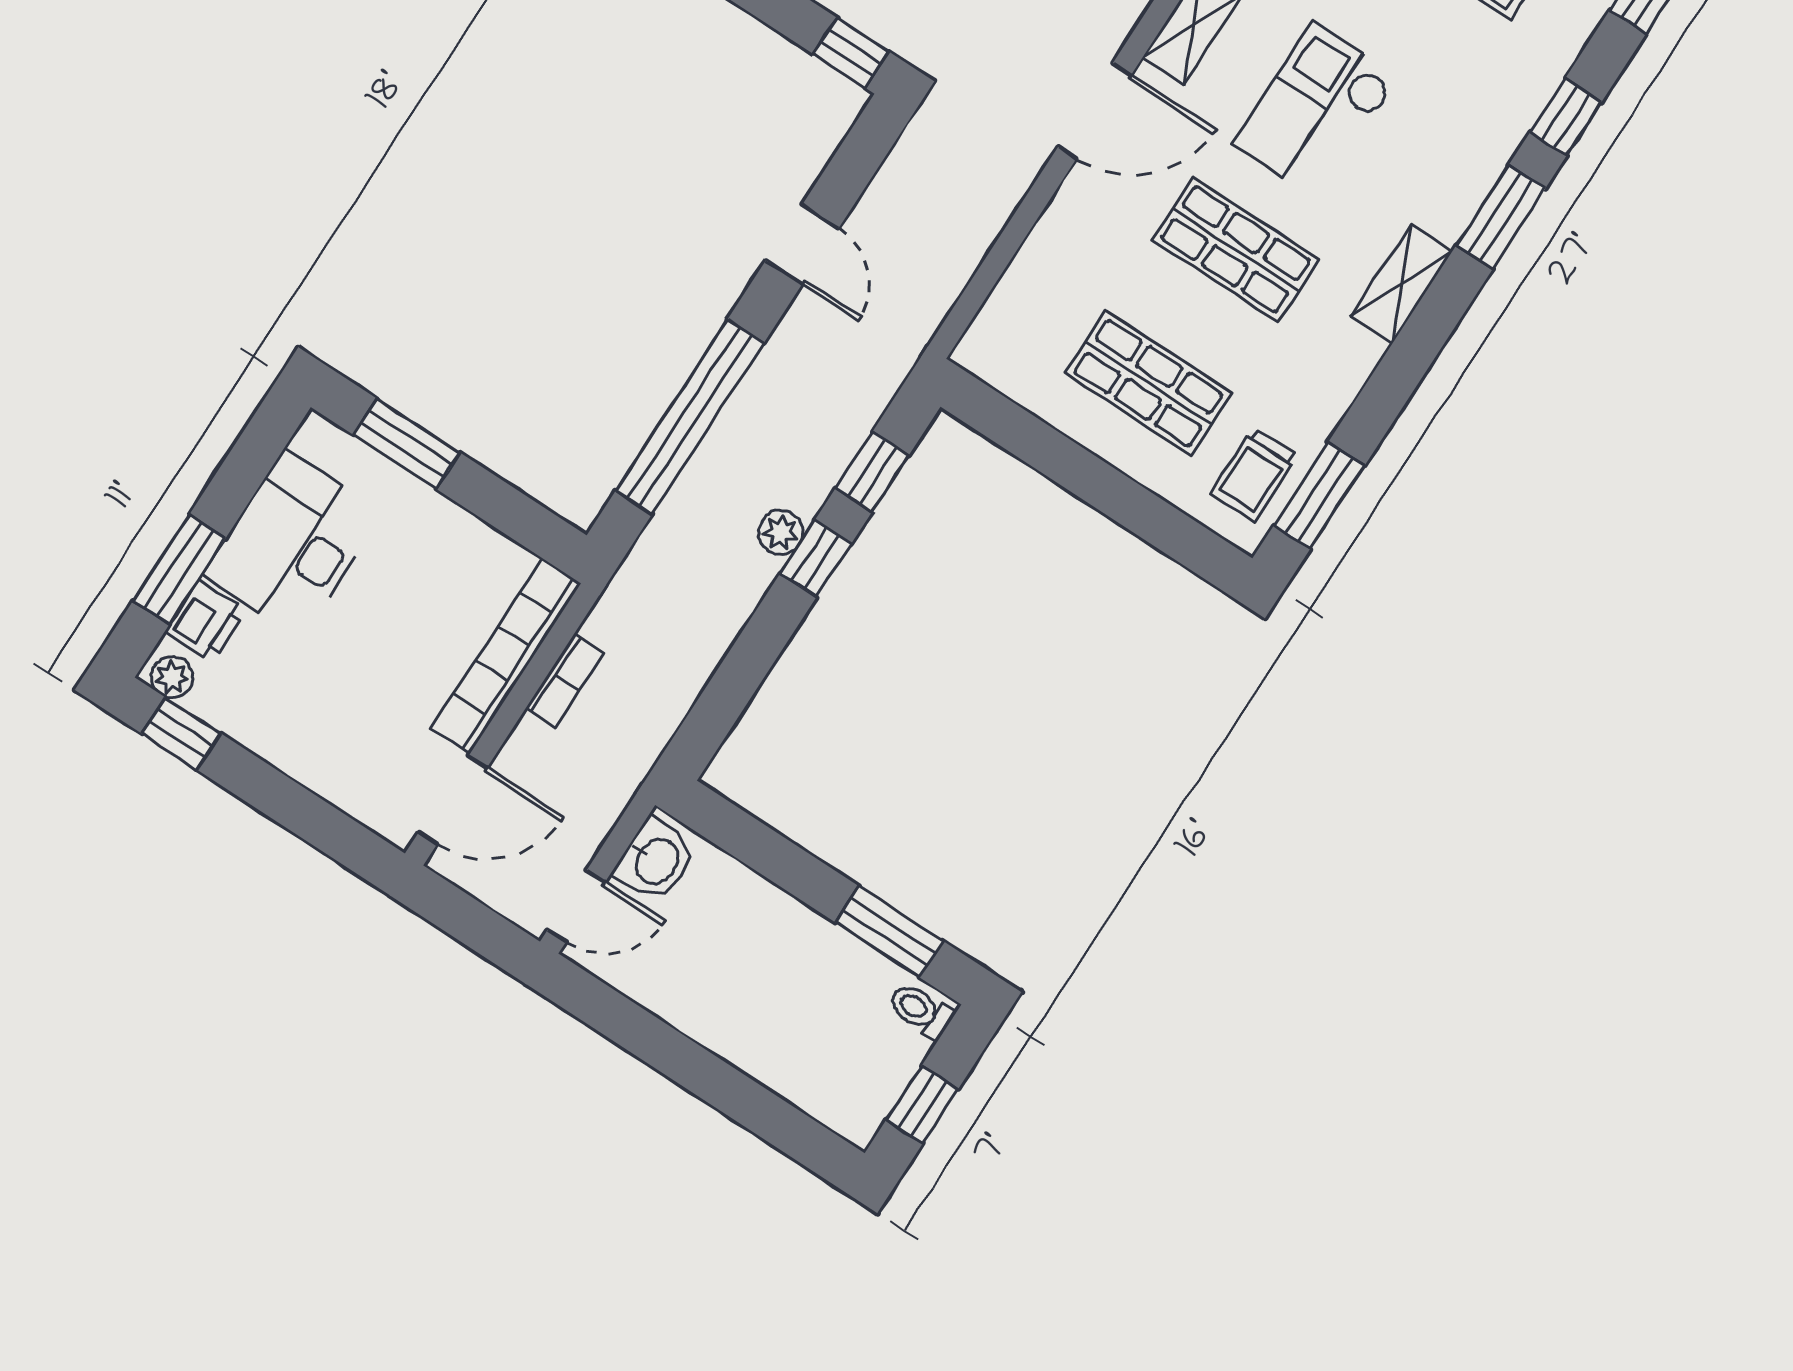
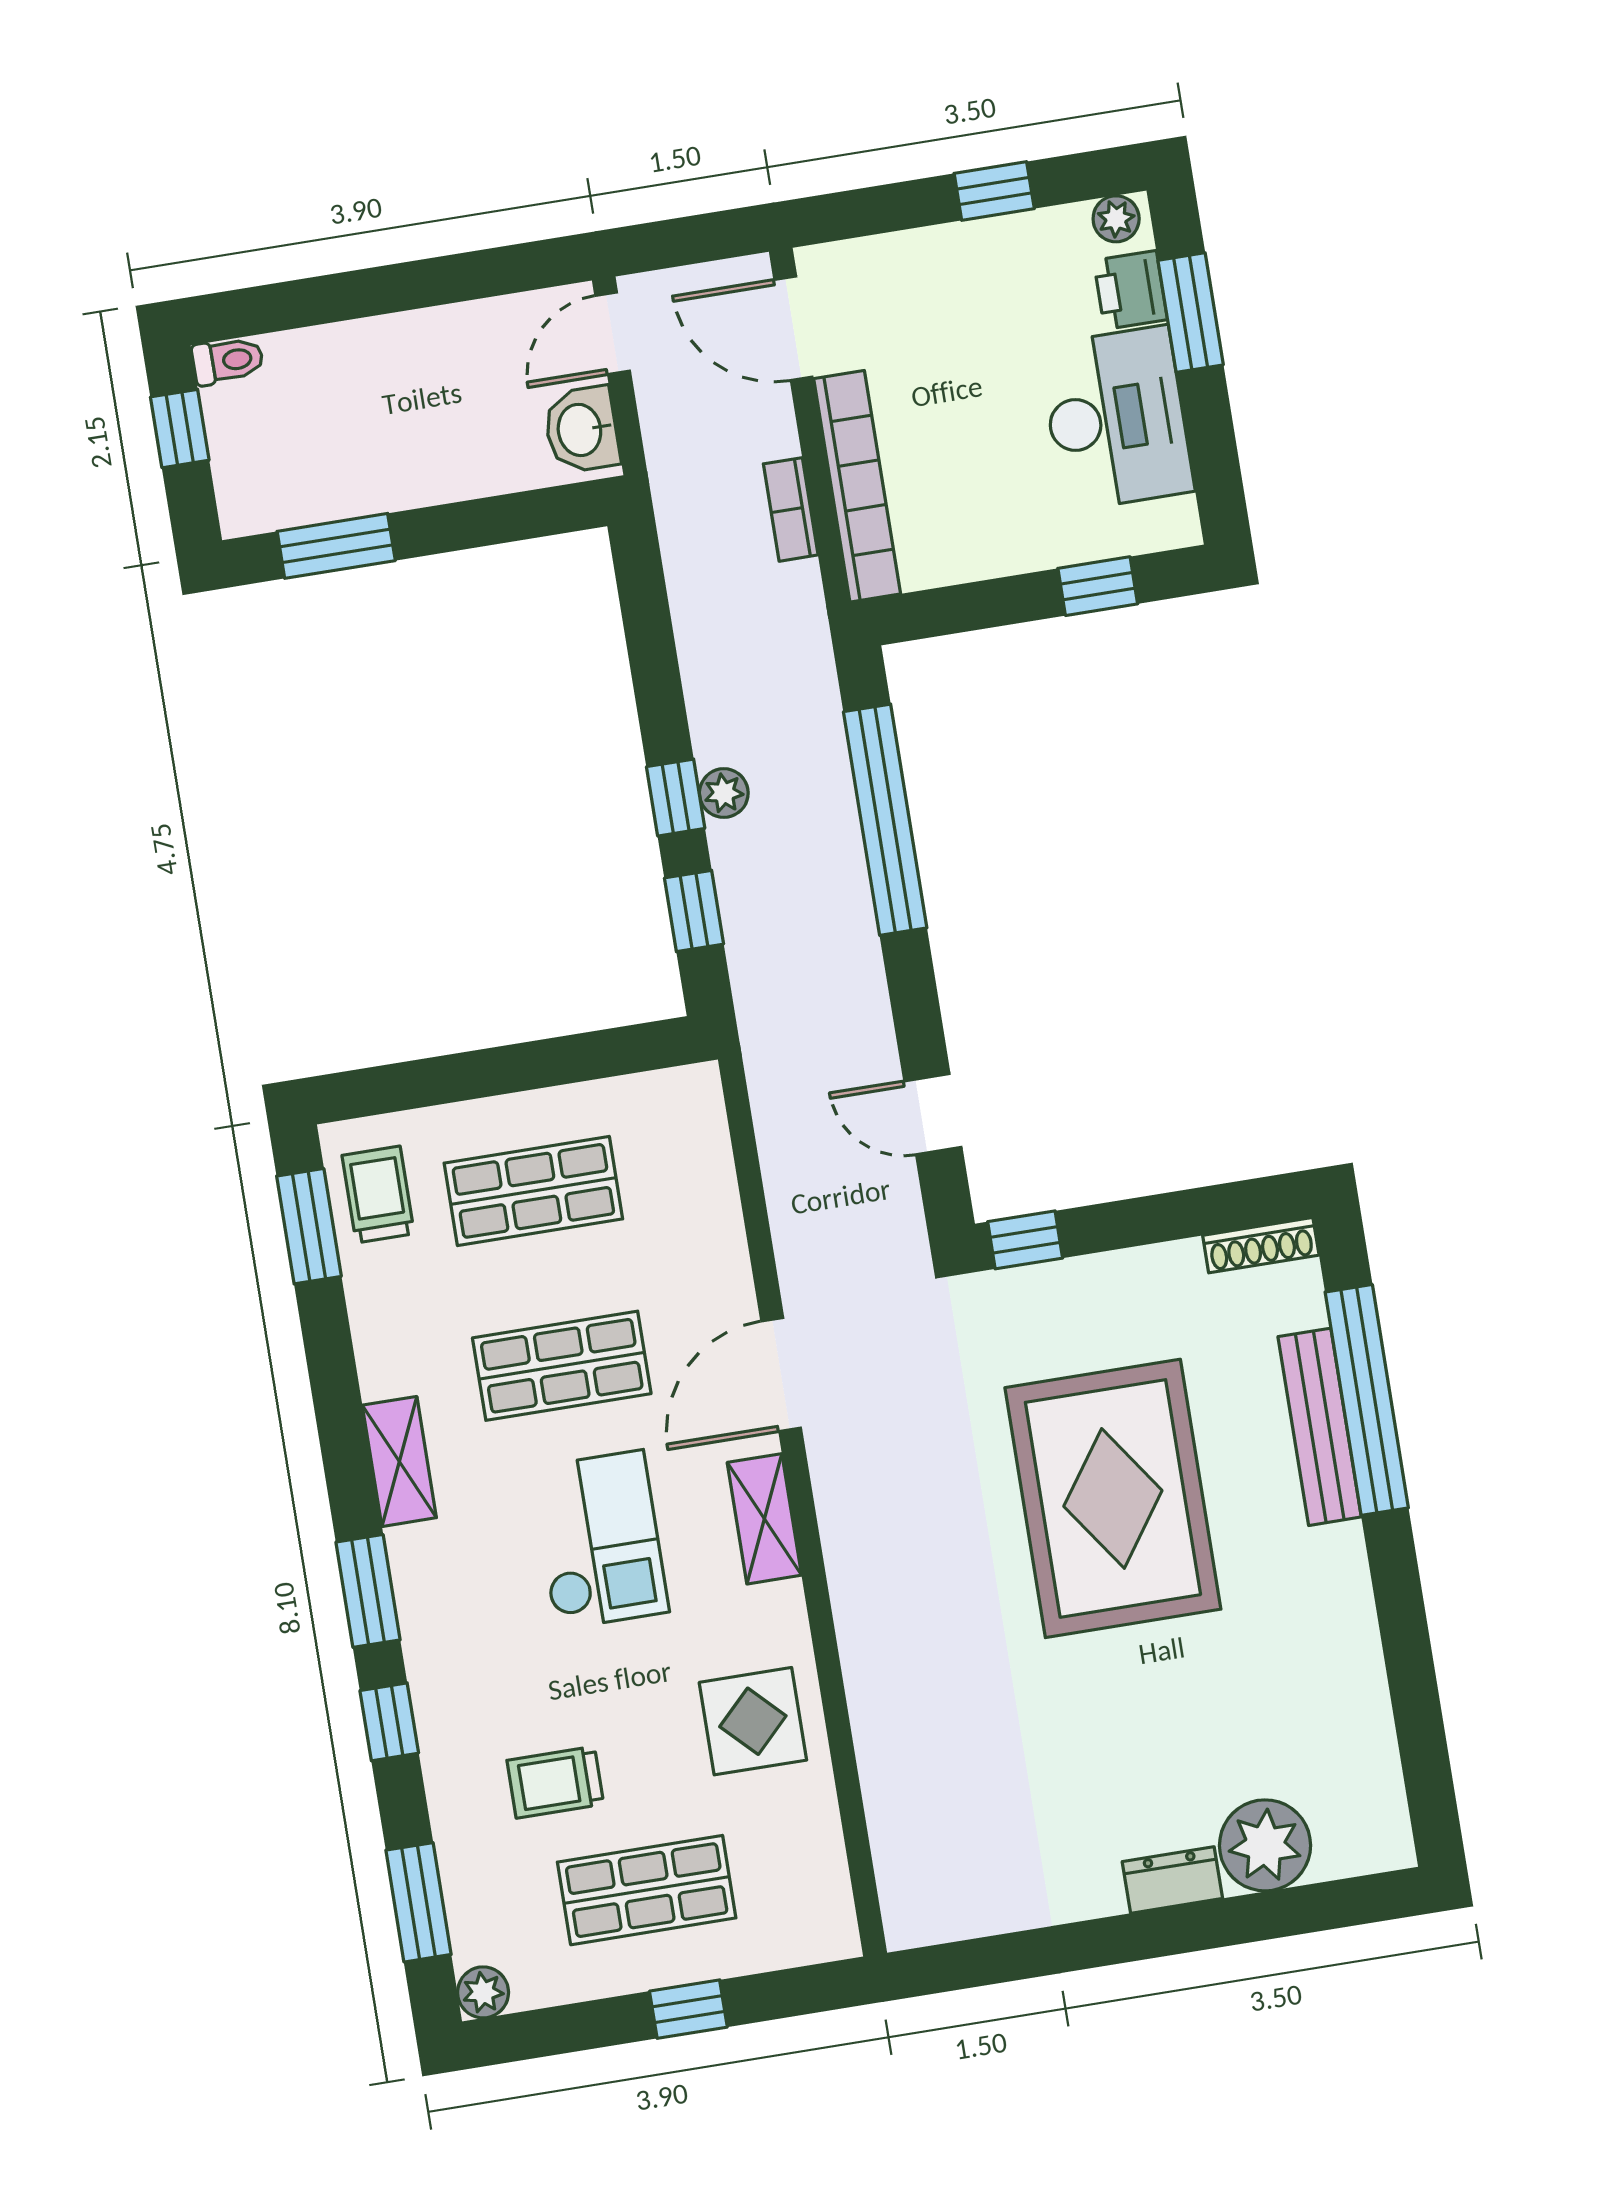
door: (802, 244) -> (933, 1114), moved
window: (407, 444) -> (1098, 586), width x0.67
window: (181, 733) -> (994, 191), moved
door: (453, 800) -> (793, 328), hinge flipped
toilet: (921, 1011) -> (228, 361), moved

